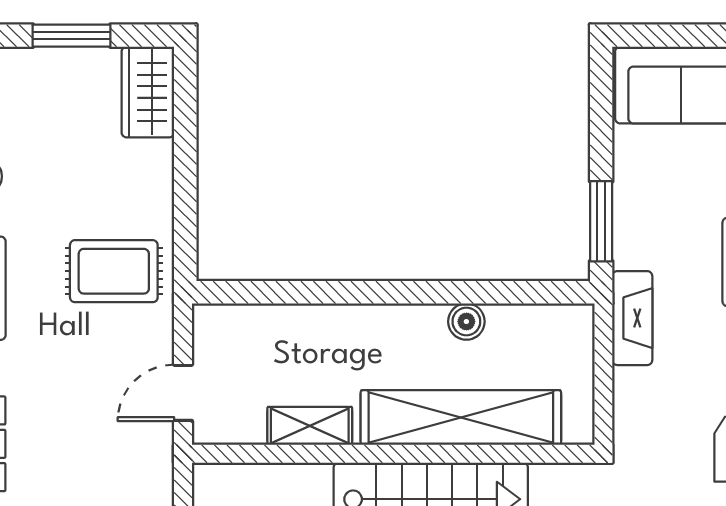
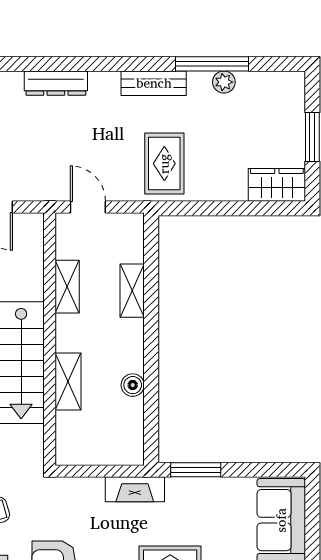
shelving: (316, 322) -> (132, 291), added
shelving: (461, 418) -> (68, 382), width x0.45, depth x0.75

